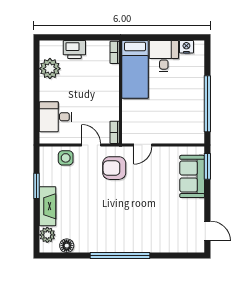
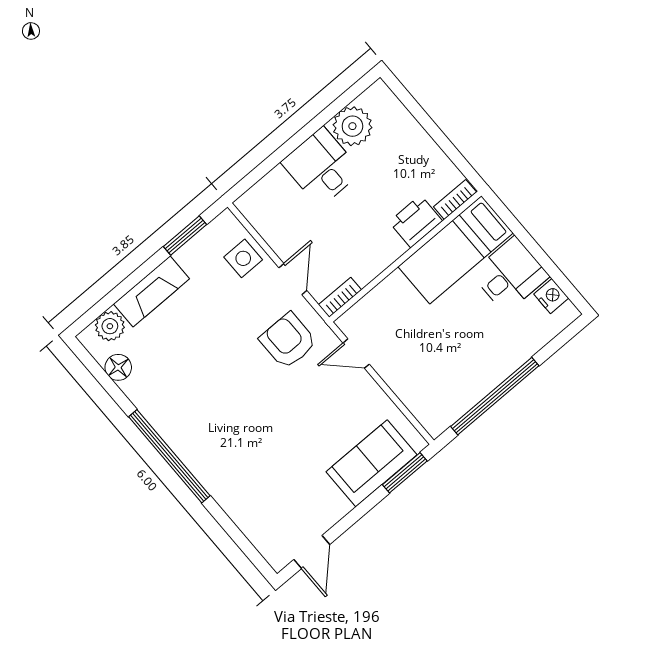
printer: (74, 50) -> (416, 221), moved, turned 90
desk: (56, 117) -> (321, 167), moved
window: (36, 186) -> (185, 236), moved

